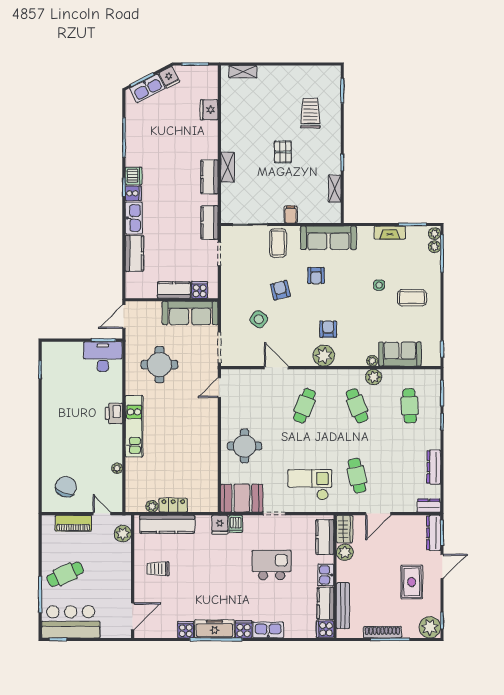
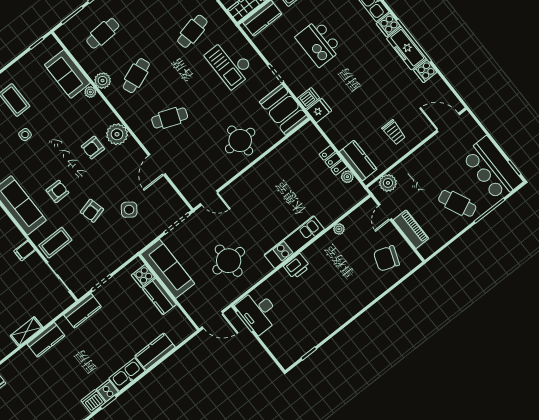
kitchen counter: (167, 524) -> (358, 160), width x0.67

